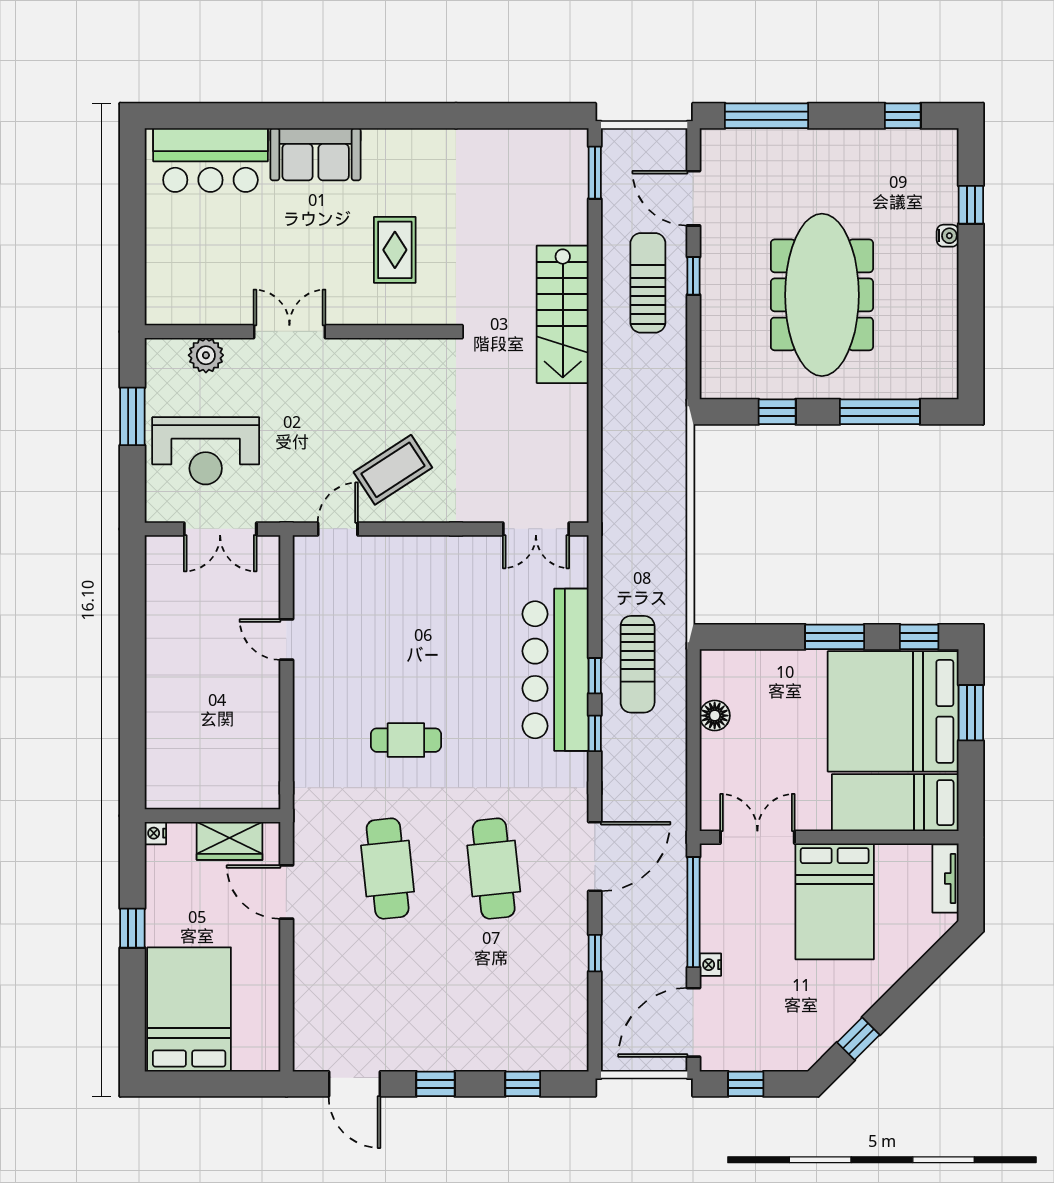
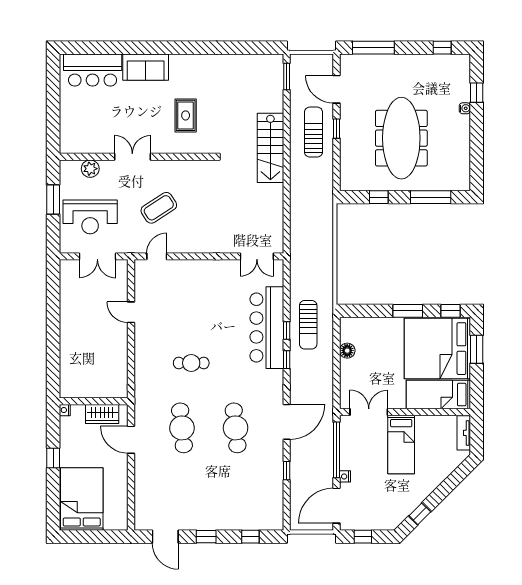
coffee table: (393, 470) -> (159, 208), moved
bed: (835, 901) -> (401, 445), width x0.67

